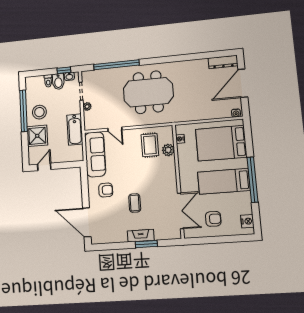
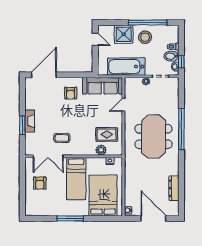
dresser: (223, 62) -> (174, 188), moved
window: (116, 65) -> (181, 129), moved
bathtub: (75, 130) -> (126, 67), width x1.36, depth x1.36
window: (252, 180) -> (70, 218), width x0.68
bed: (224, 181) -> (76, 179), moved, turned 180
coffee table: (135, 203) -> (62, 138), moved
nightstand: (247, 221) -> (36, 211), removed

